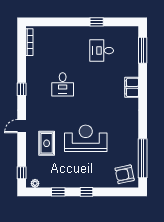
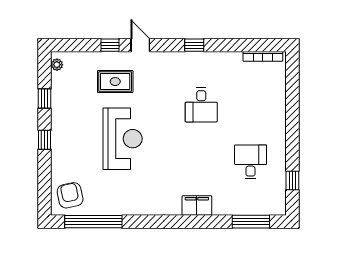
window: (97, 22) -> (292, 181), moved
desk: (63, 84) -> (201, 105), turned -90
window: (22, 173) -> (110, 45), moved

